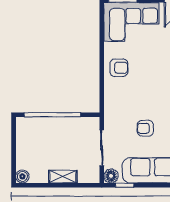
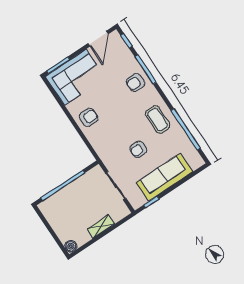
floor lamp: (111, 176) -> (137, 202), removed

